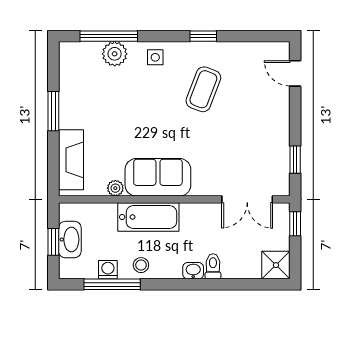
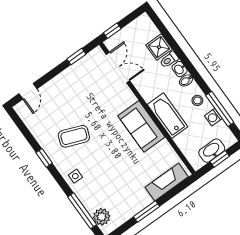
plant: (115, 54) -> (102, 217), moved
plant: (115, 188) -> (165, 146), removed
shower: (276, 265) -> (159, 47), moved
bidet: (174, 269) -> (186, 80), added

